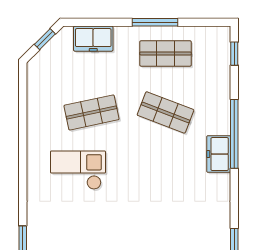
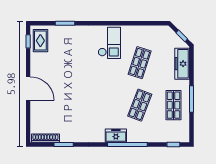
freezer: (93, 39) -> (182, 64), width x1.40
shop shelf: (91, 112) -> (140, 63), turned 30
checkout: (78, 170) -> (109, 43), moved

